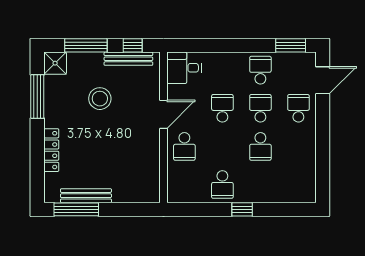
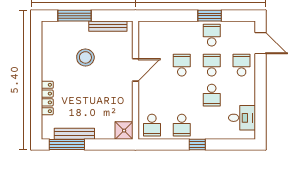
window: (133, 45) -> (111, 16), removed
window: (291, 45) -> (210, 16), moved
shower: (55, 63) -> (124, 131), moved
desk: (184, 68) -> (242, 118), moved, turned 180
door: (323, 80) -> (261, 43), hinge flipped
window: (37, 97) -> (36, 56), removed
school desk: (184, 146) -> (152, 125), moved

